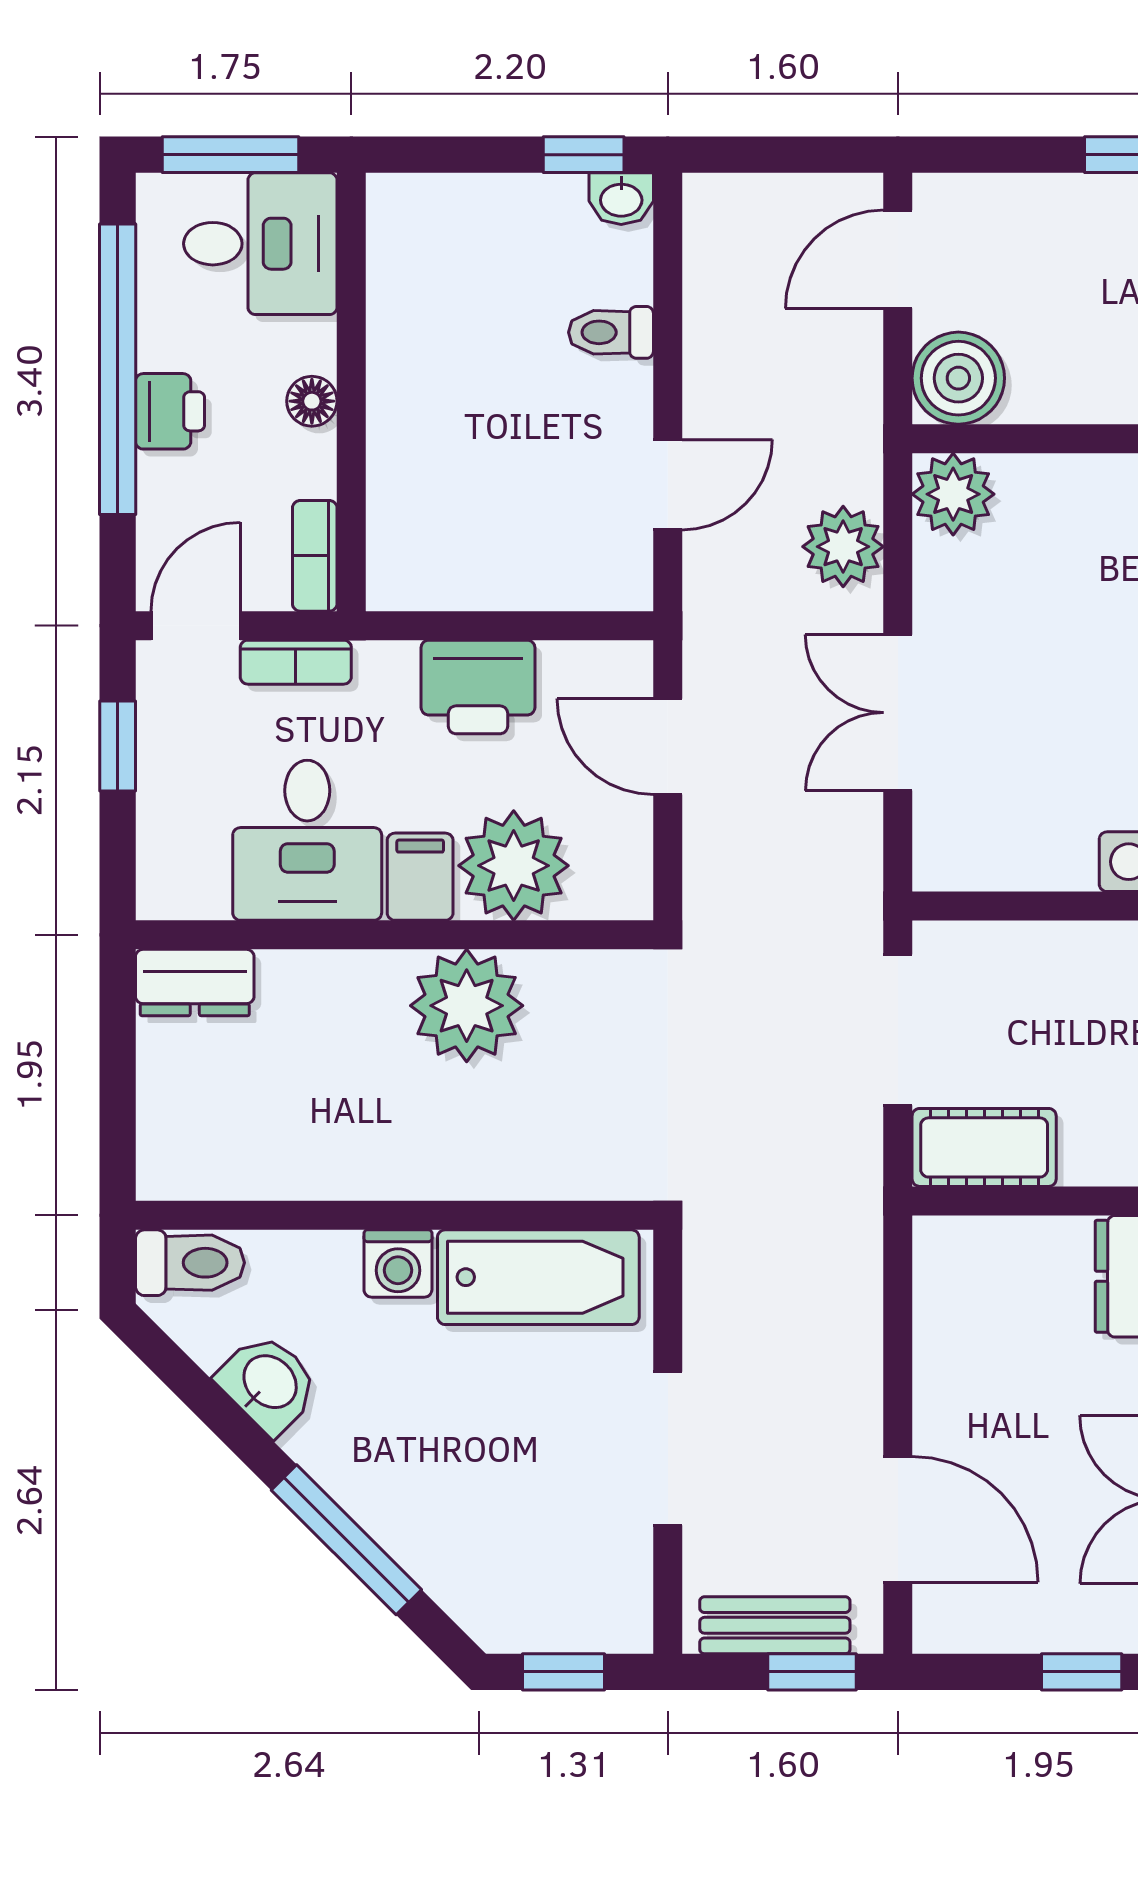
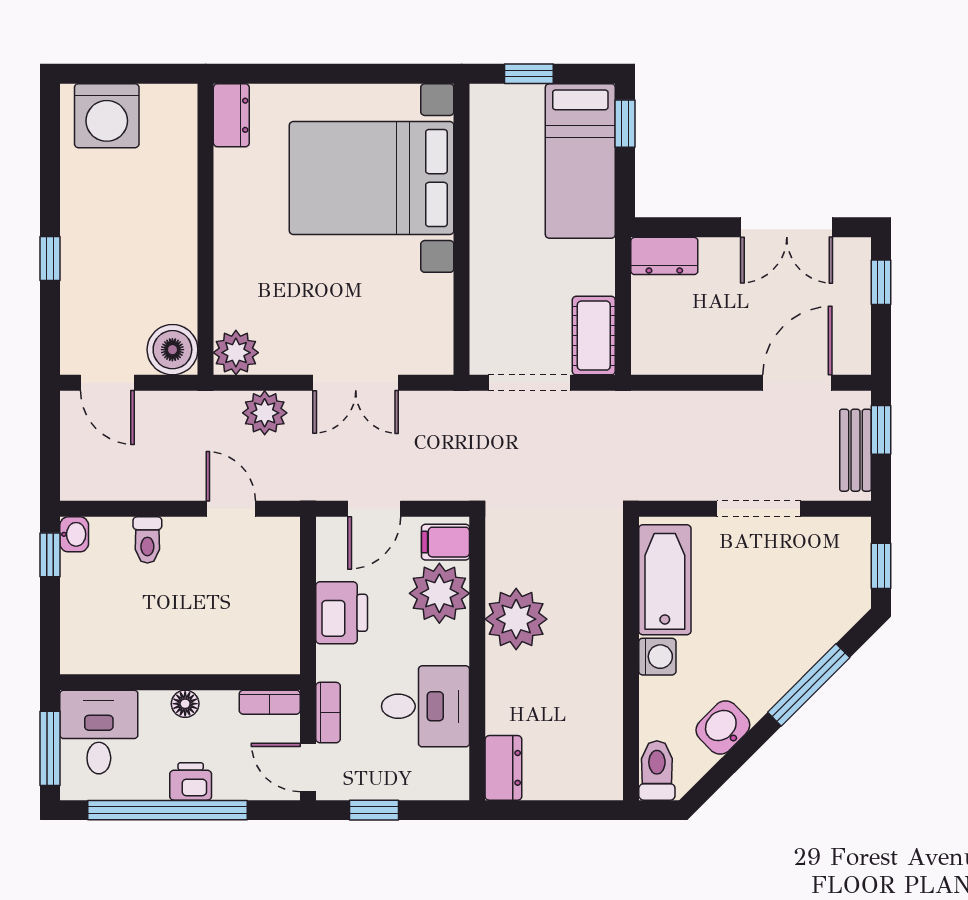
filing cabinet: (420, 877) -> (446, 542), moved

